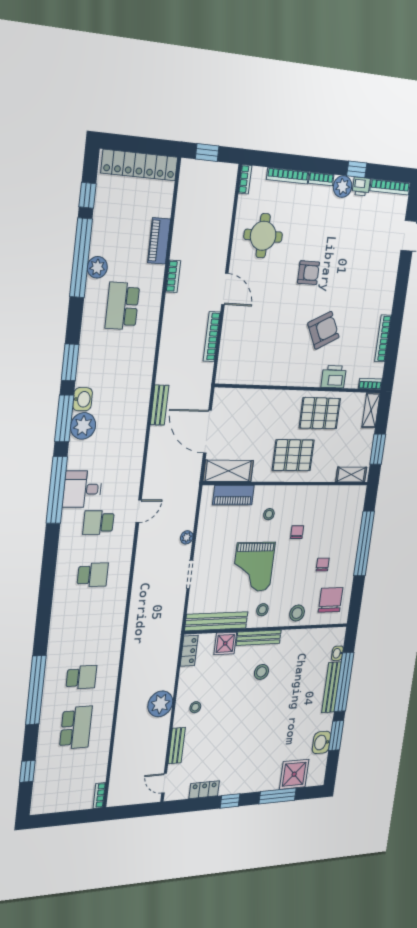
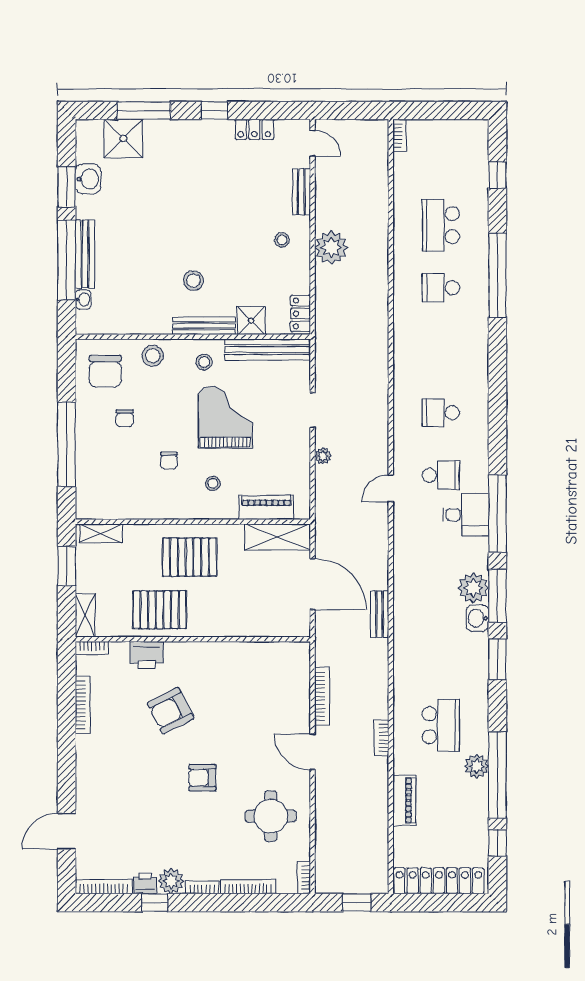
bookcase: (173, 276) -> (381, 738), moved

